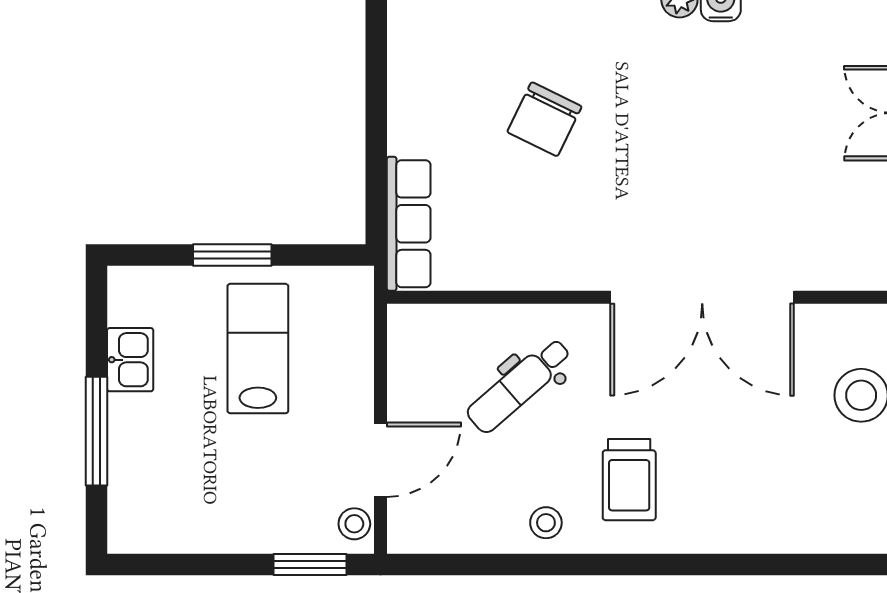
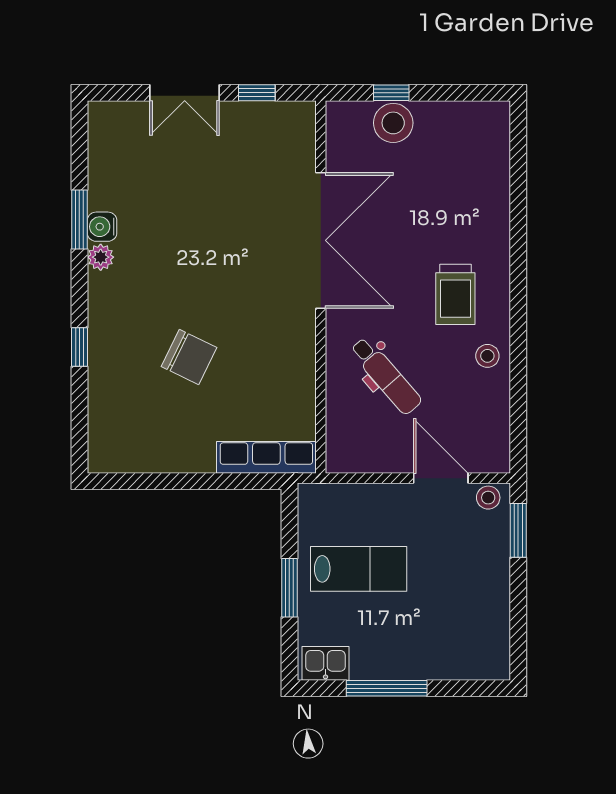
lab bench: (258, 349) -> (359, 569), turned 180
kitchen sink: (130, 360) -> (325, 663), moved
window: (97, 431) -> (387, 688), moved
trolley: (629, 480) -> (455, 294), turned 90

